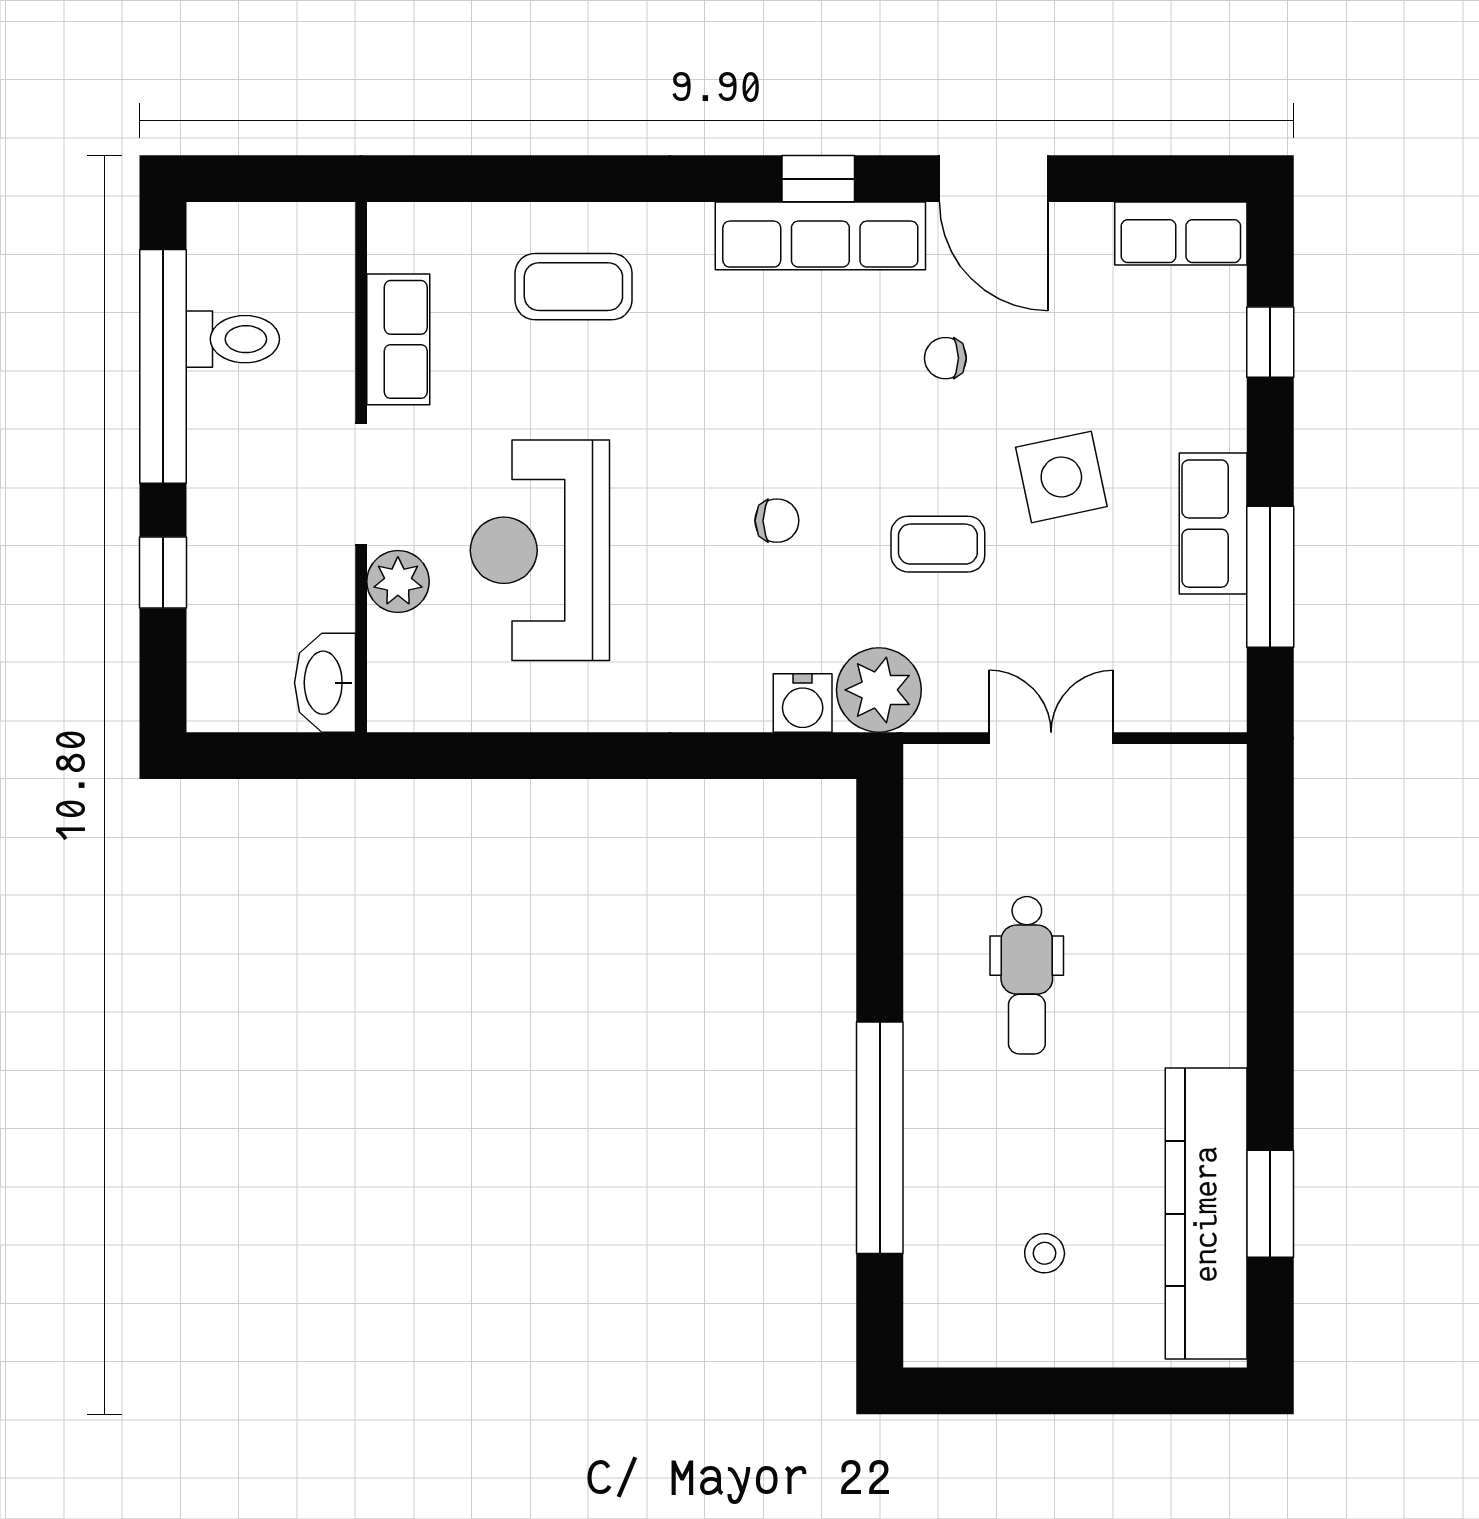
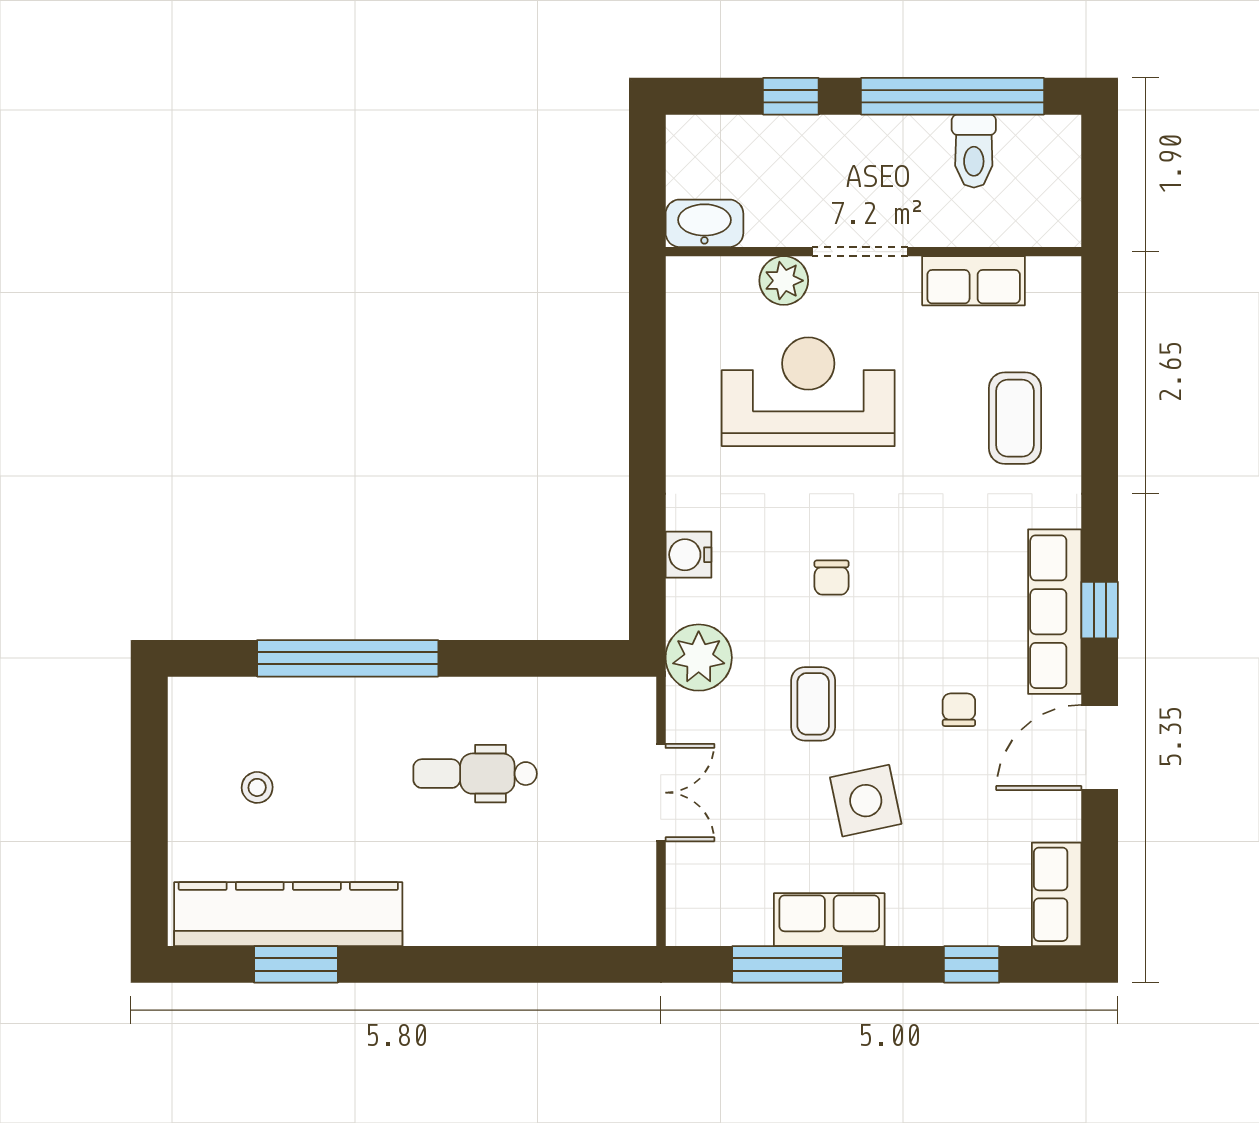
water cooler: (803, 703) -> (689, 555), moved

